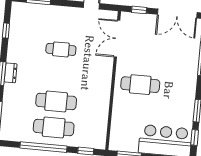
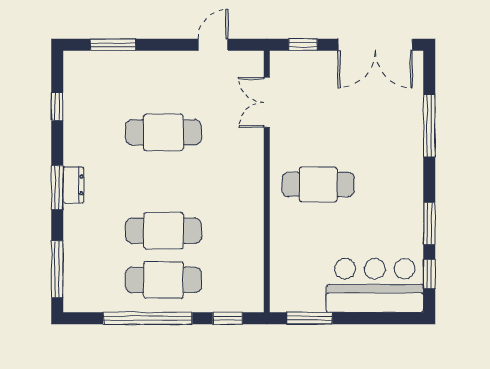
double door: (117, 39) -> (267, 102), width x0.73
cafe table: (61, 49) -> (163, 132), width x1.37, depth x1.35

